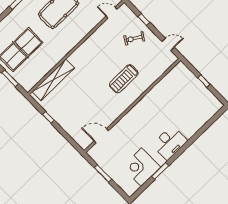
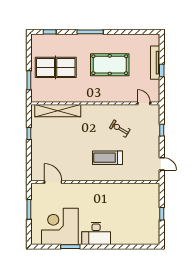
exercise bike: (134, 38) -> (120, 129), moved
corner desk: (141, 167) -> (60, 226), width x1.36, depth x1.36

